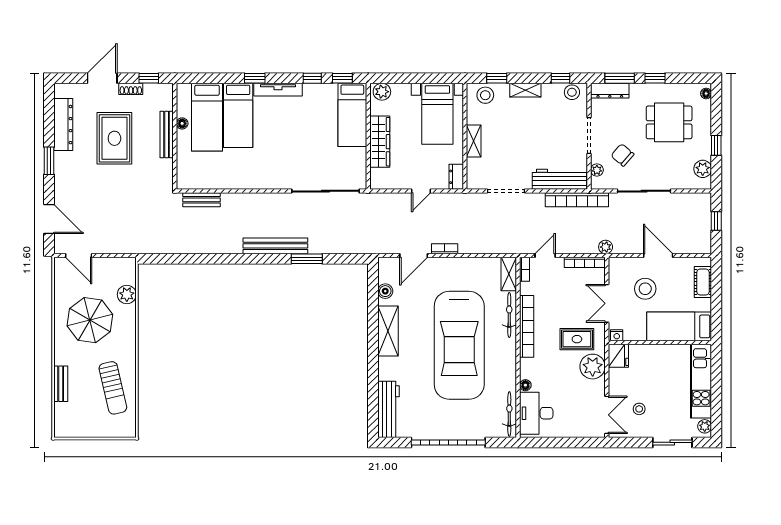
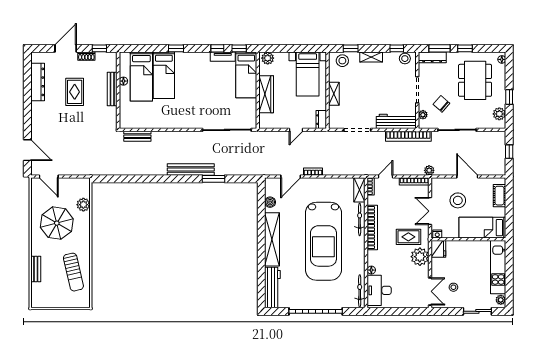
tv unit: (278, 90) -> (223, 57), moved, width x0.71
dining table: (669, 122) -> (475, 80), width x1.38
rug: (114, 138) -> (75, 92), width x0.73, depth x0.70
window: (49, 161) -> (27, 108), removed
shelving: (388, 331) -> (272, 239), width x1.47

